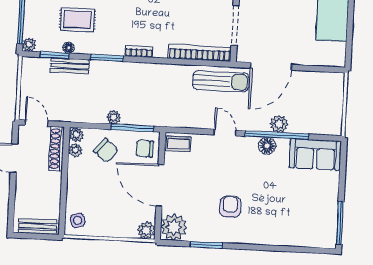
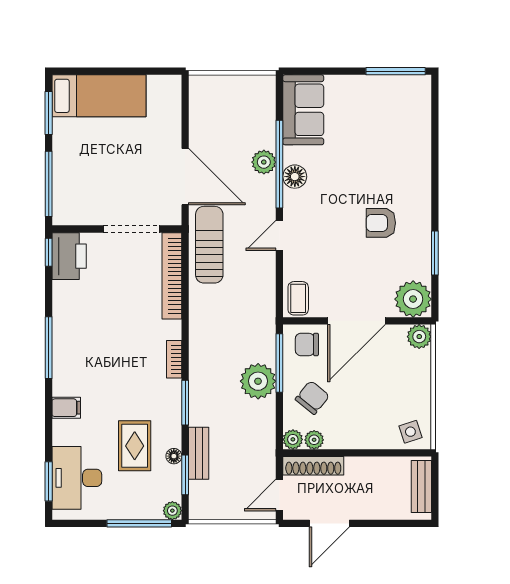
plant: (113, 117) -> (258, 381), width x1.87, depth x1.87
chair: (145, 148) -> (307, 344), turned 87

